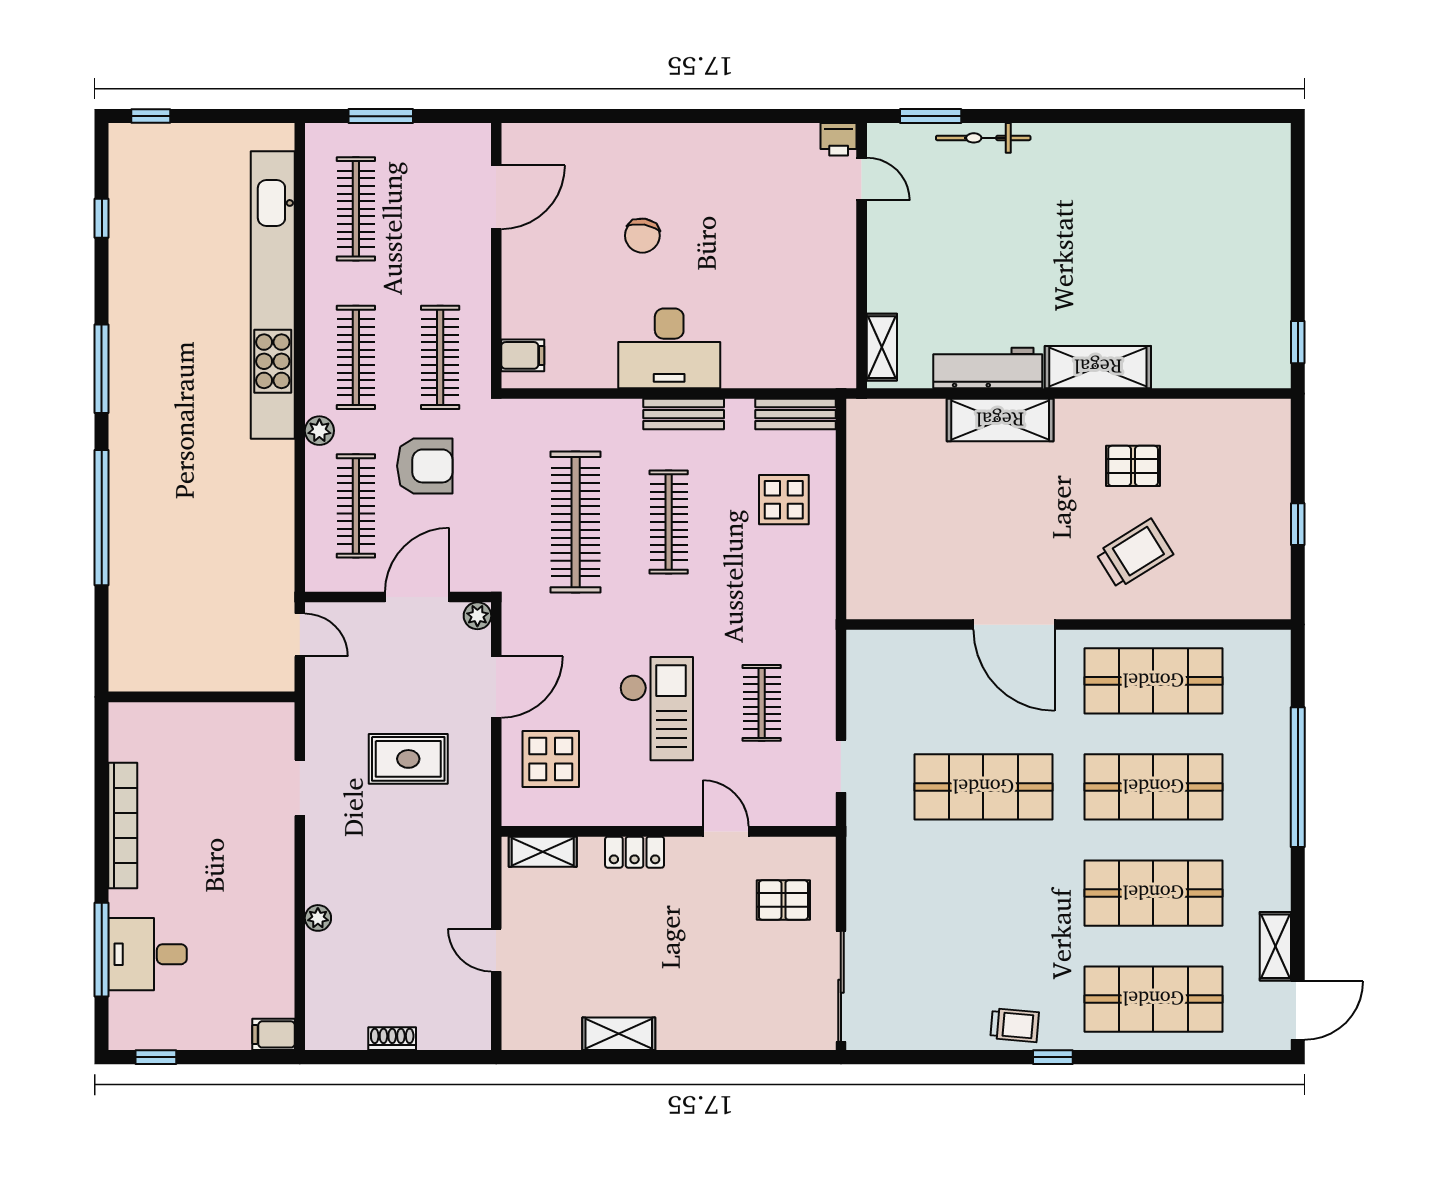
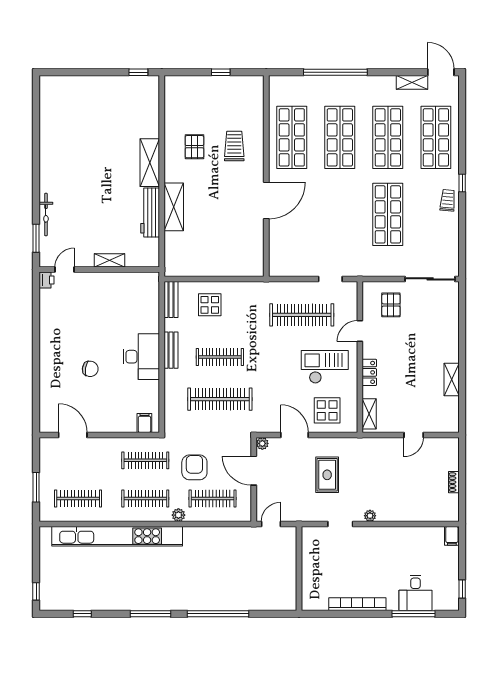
shelving: (882, 347) -> (110, 260), moved
trolley: (1135, 554) -> (234, 146), turned 32
clothes rail: (762, 703) -> (302, 315), width x1.86, depth x1.31
checkout: (656, 709) -> (325, 367), moved
shop shelf: (983, 787) -> (388, 214), moved
plant: (318, 918) -> (370, 516), moved

